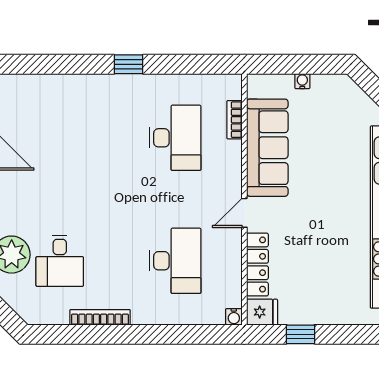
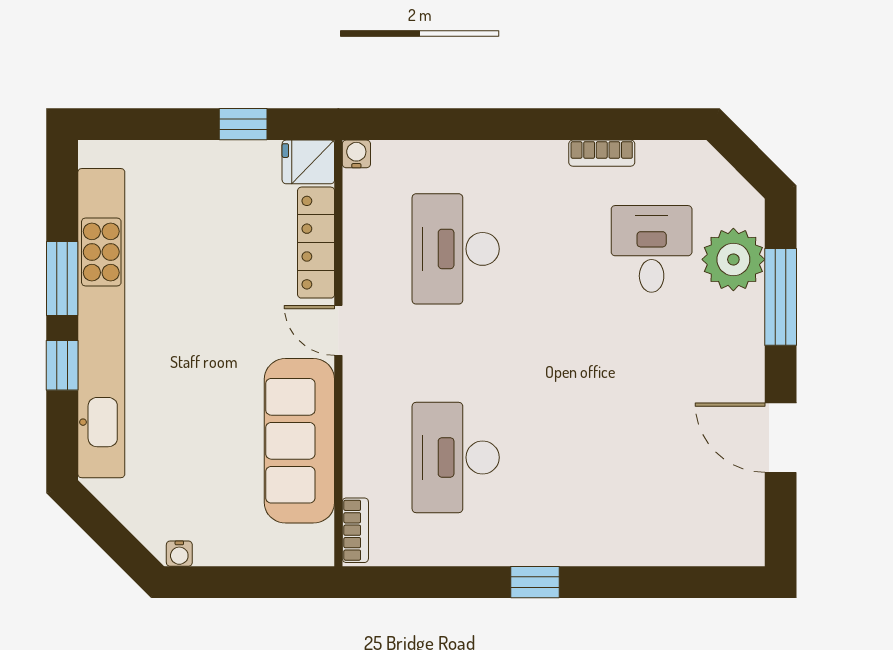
water cooler: (302, 81) -> (179, 554), moved
bookcase: (234, 120) -> (355, 530), moved
door: (244, 213) -> (338, 330), swing flipped
bookcase: (100, 317) -> (602, 153), width x0.64

